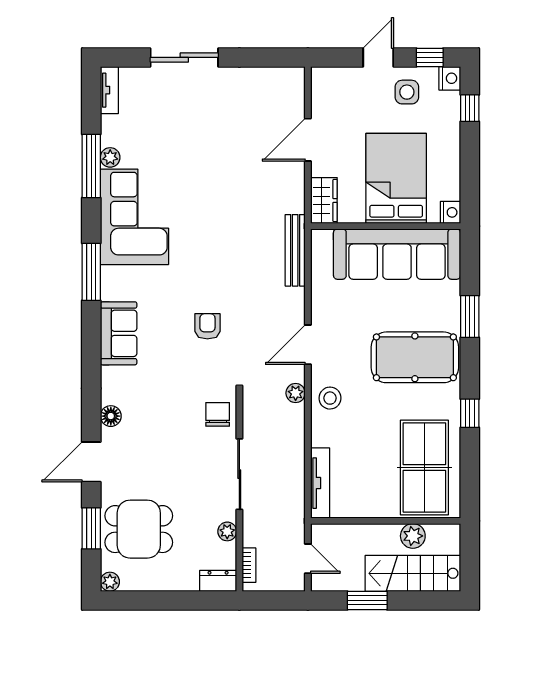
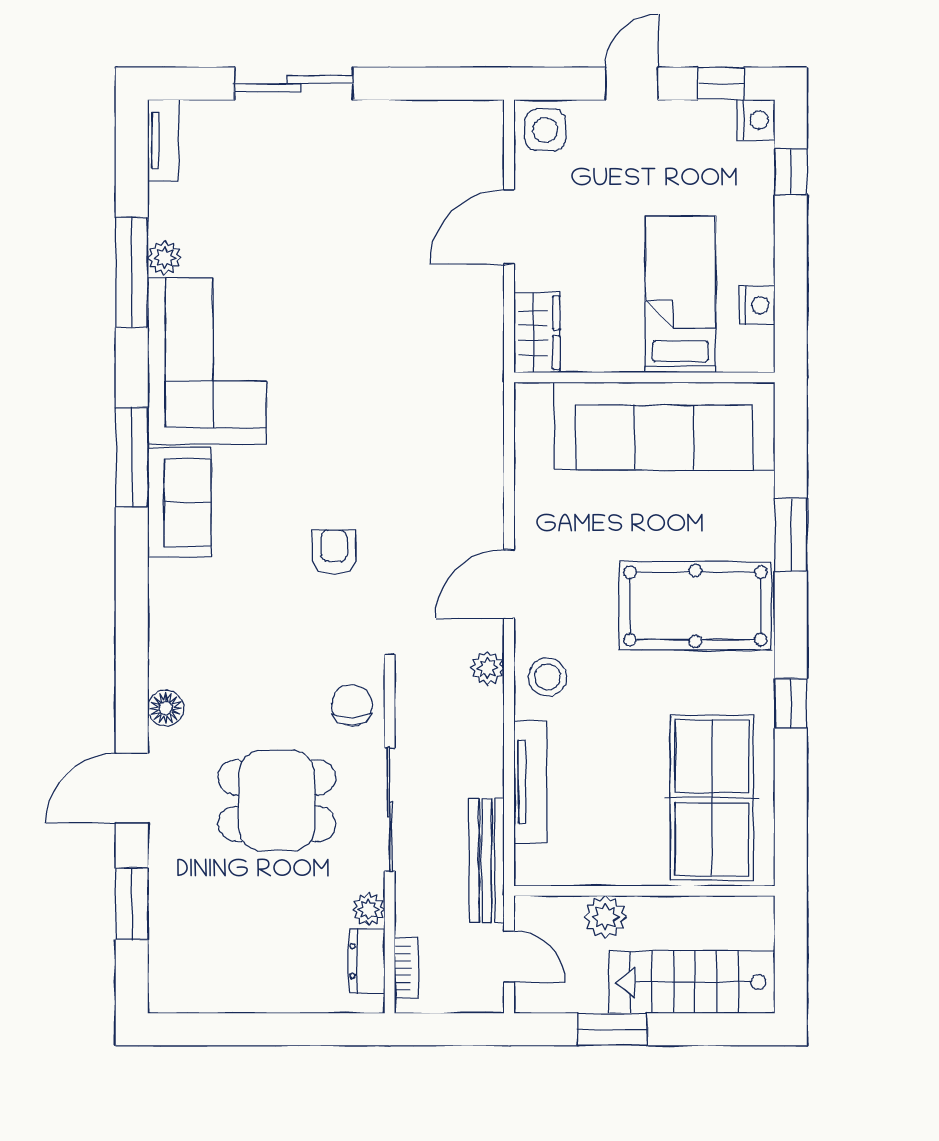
side table: (407, 92) -> (545, 130), moved
bed: (396, 178) -> (680, 294), width x0.67
nightstand: (450, 212) -> (757, 305), moved
bench: (295, 250) -> (487, 860), moved
sofa: (119, 333) -> (179, 502), moved
tv unit: (320, 483) -> (530, 782), moved
dining table: (139, 529) -> (277, 801), moved
plant: (413, 536) -> (605, 917), moved
dresser: (218, 581) -> (367, 961), moved, turned -90
plant: (110, 582) -> (164, 997), removed

